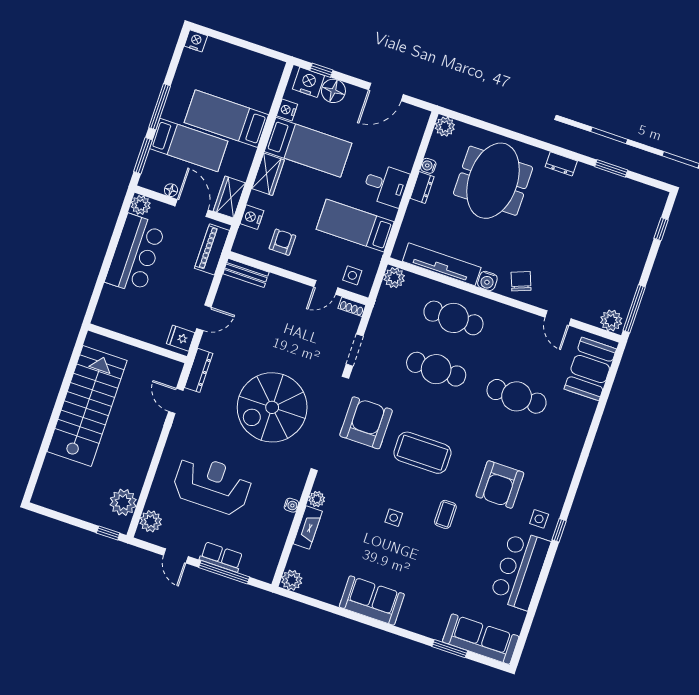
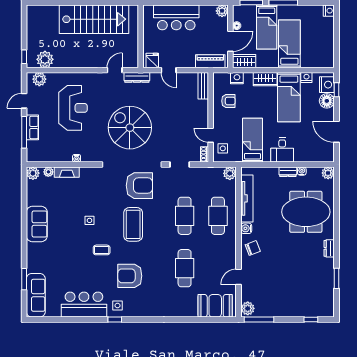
bar counter: (135, 254) -> (176, 17), moved
plant: (317, 499) -> (48, 172), moved

